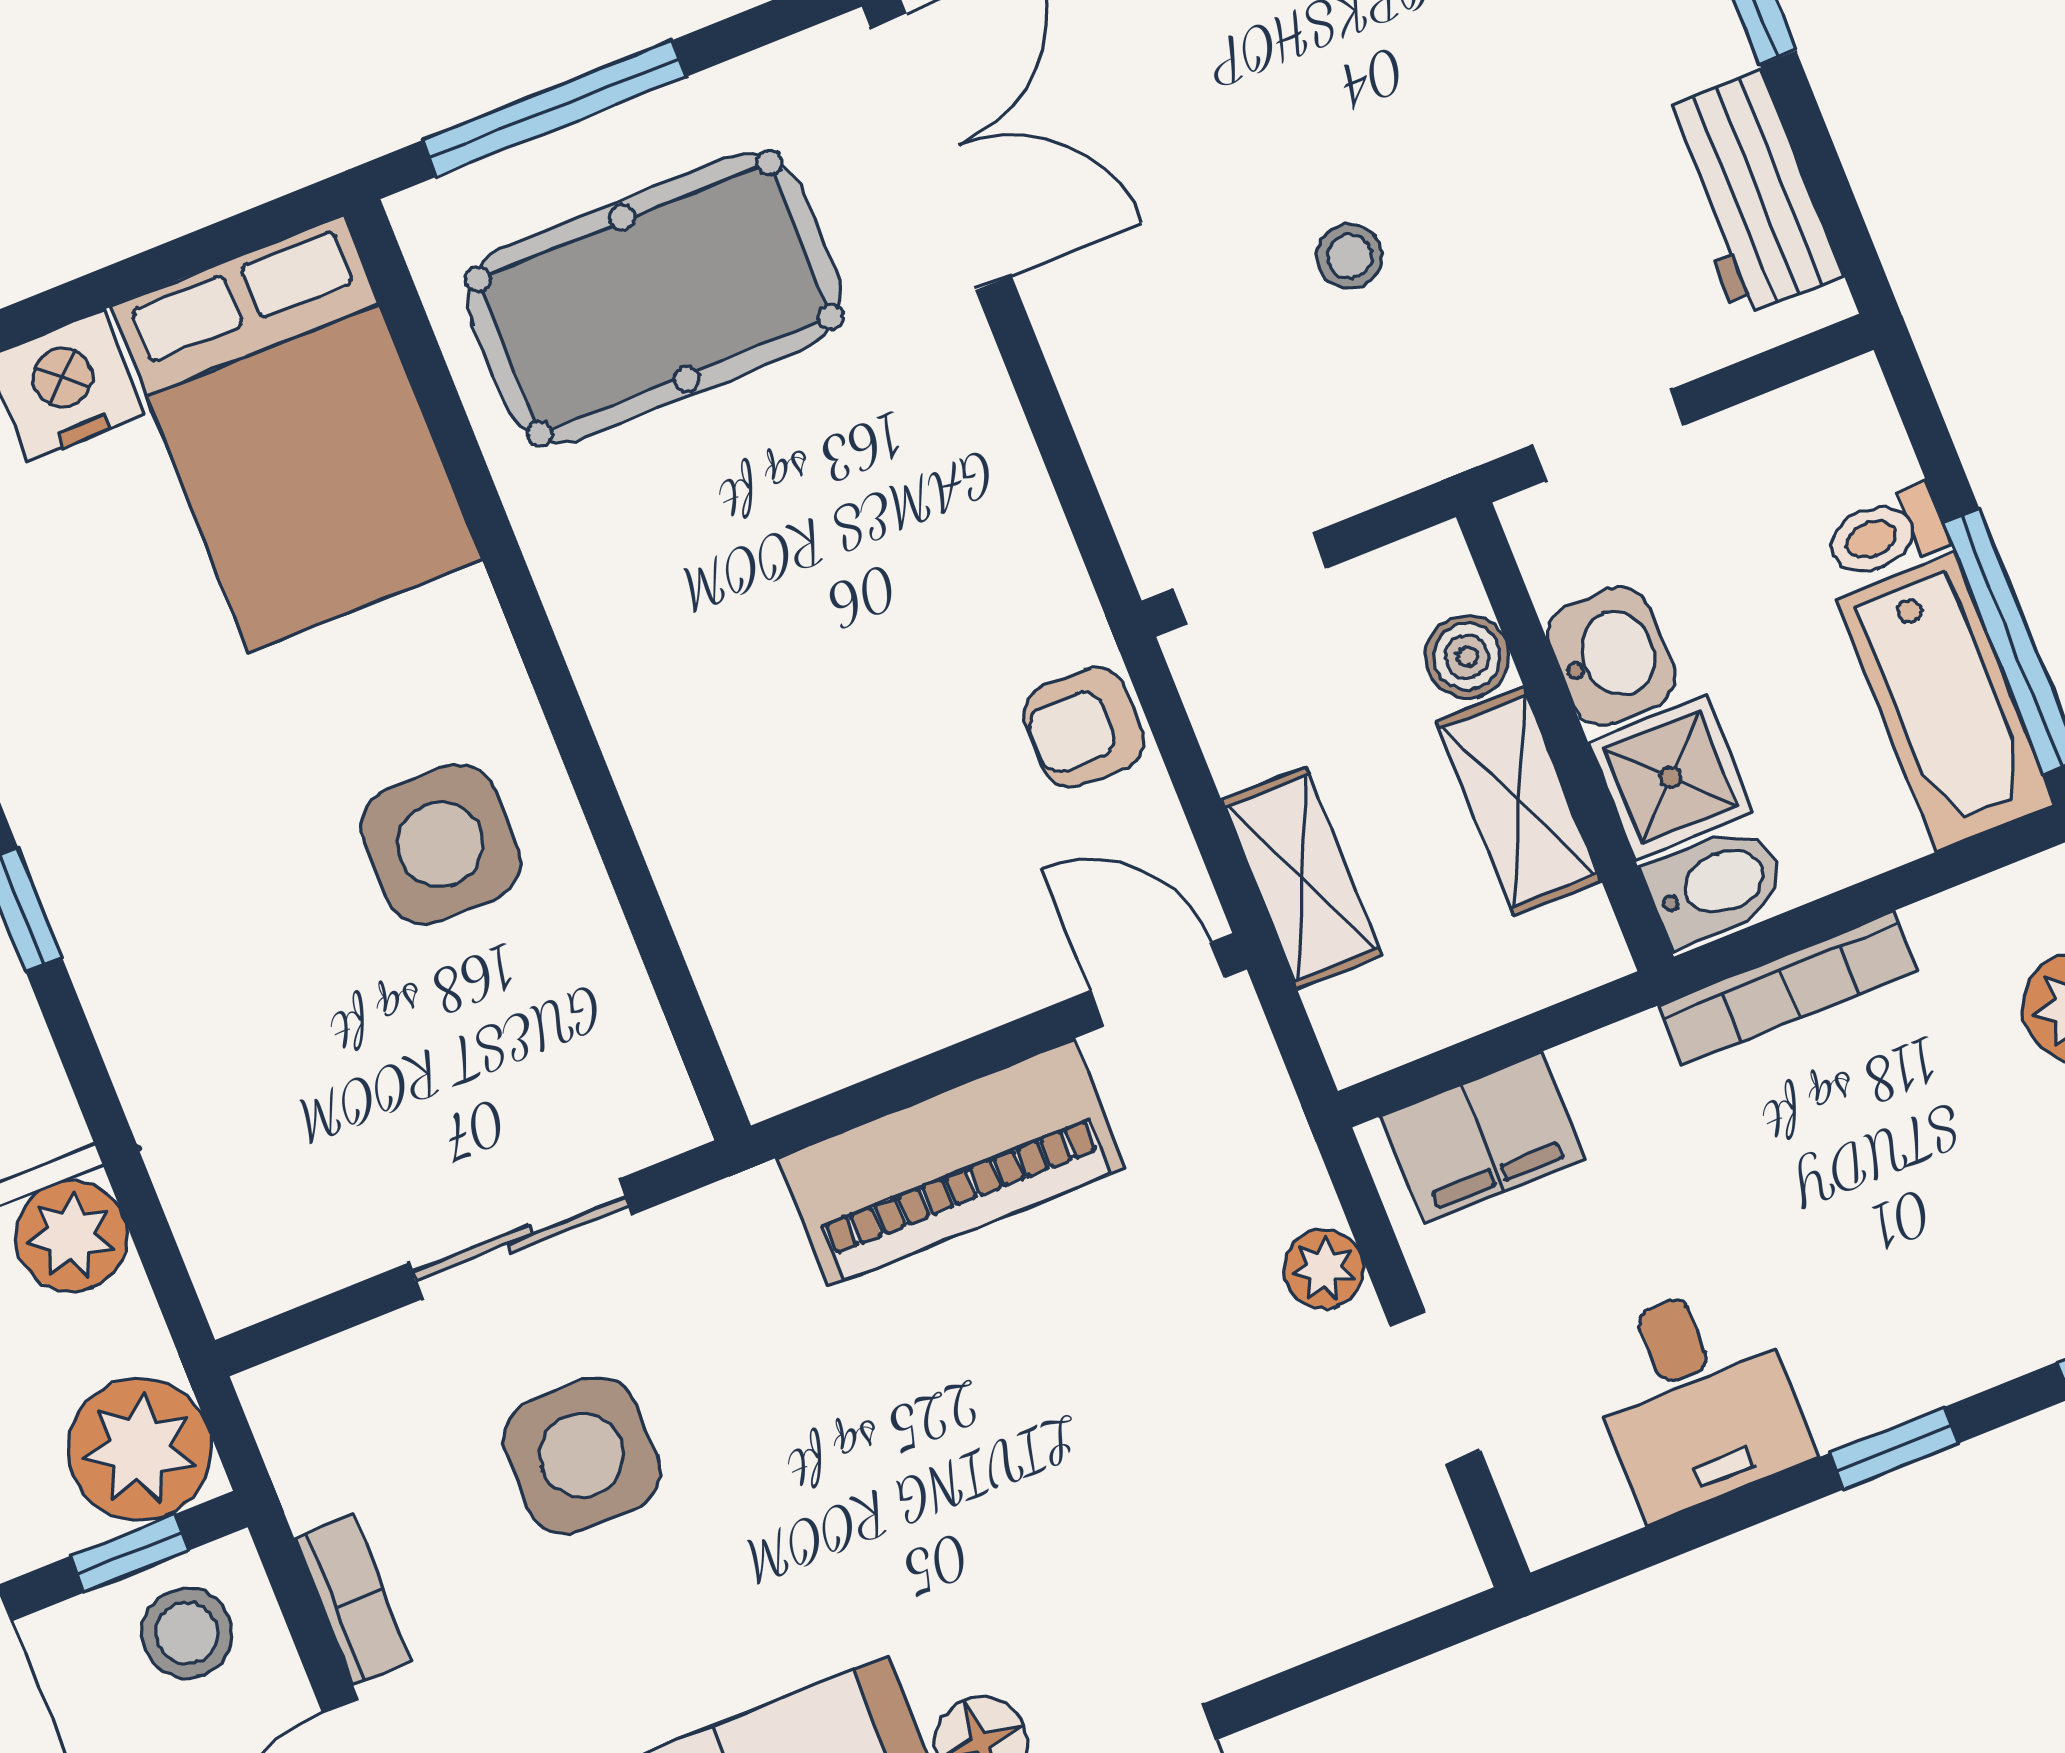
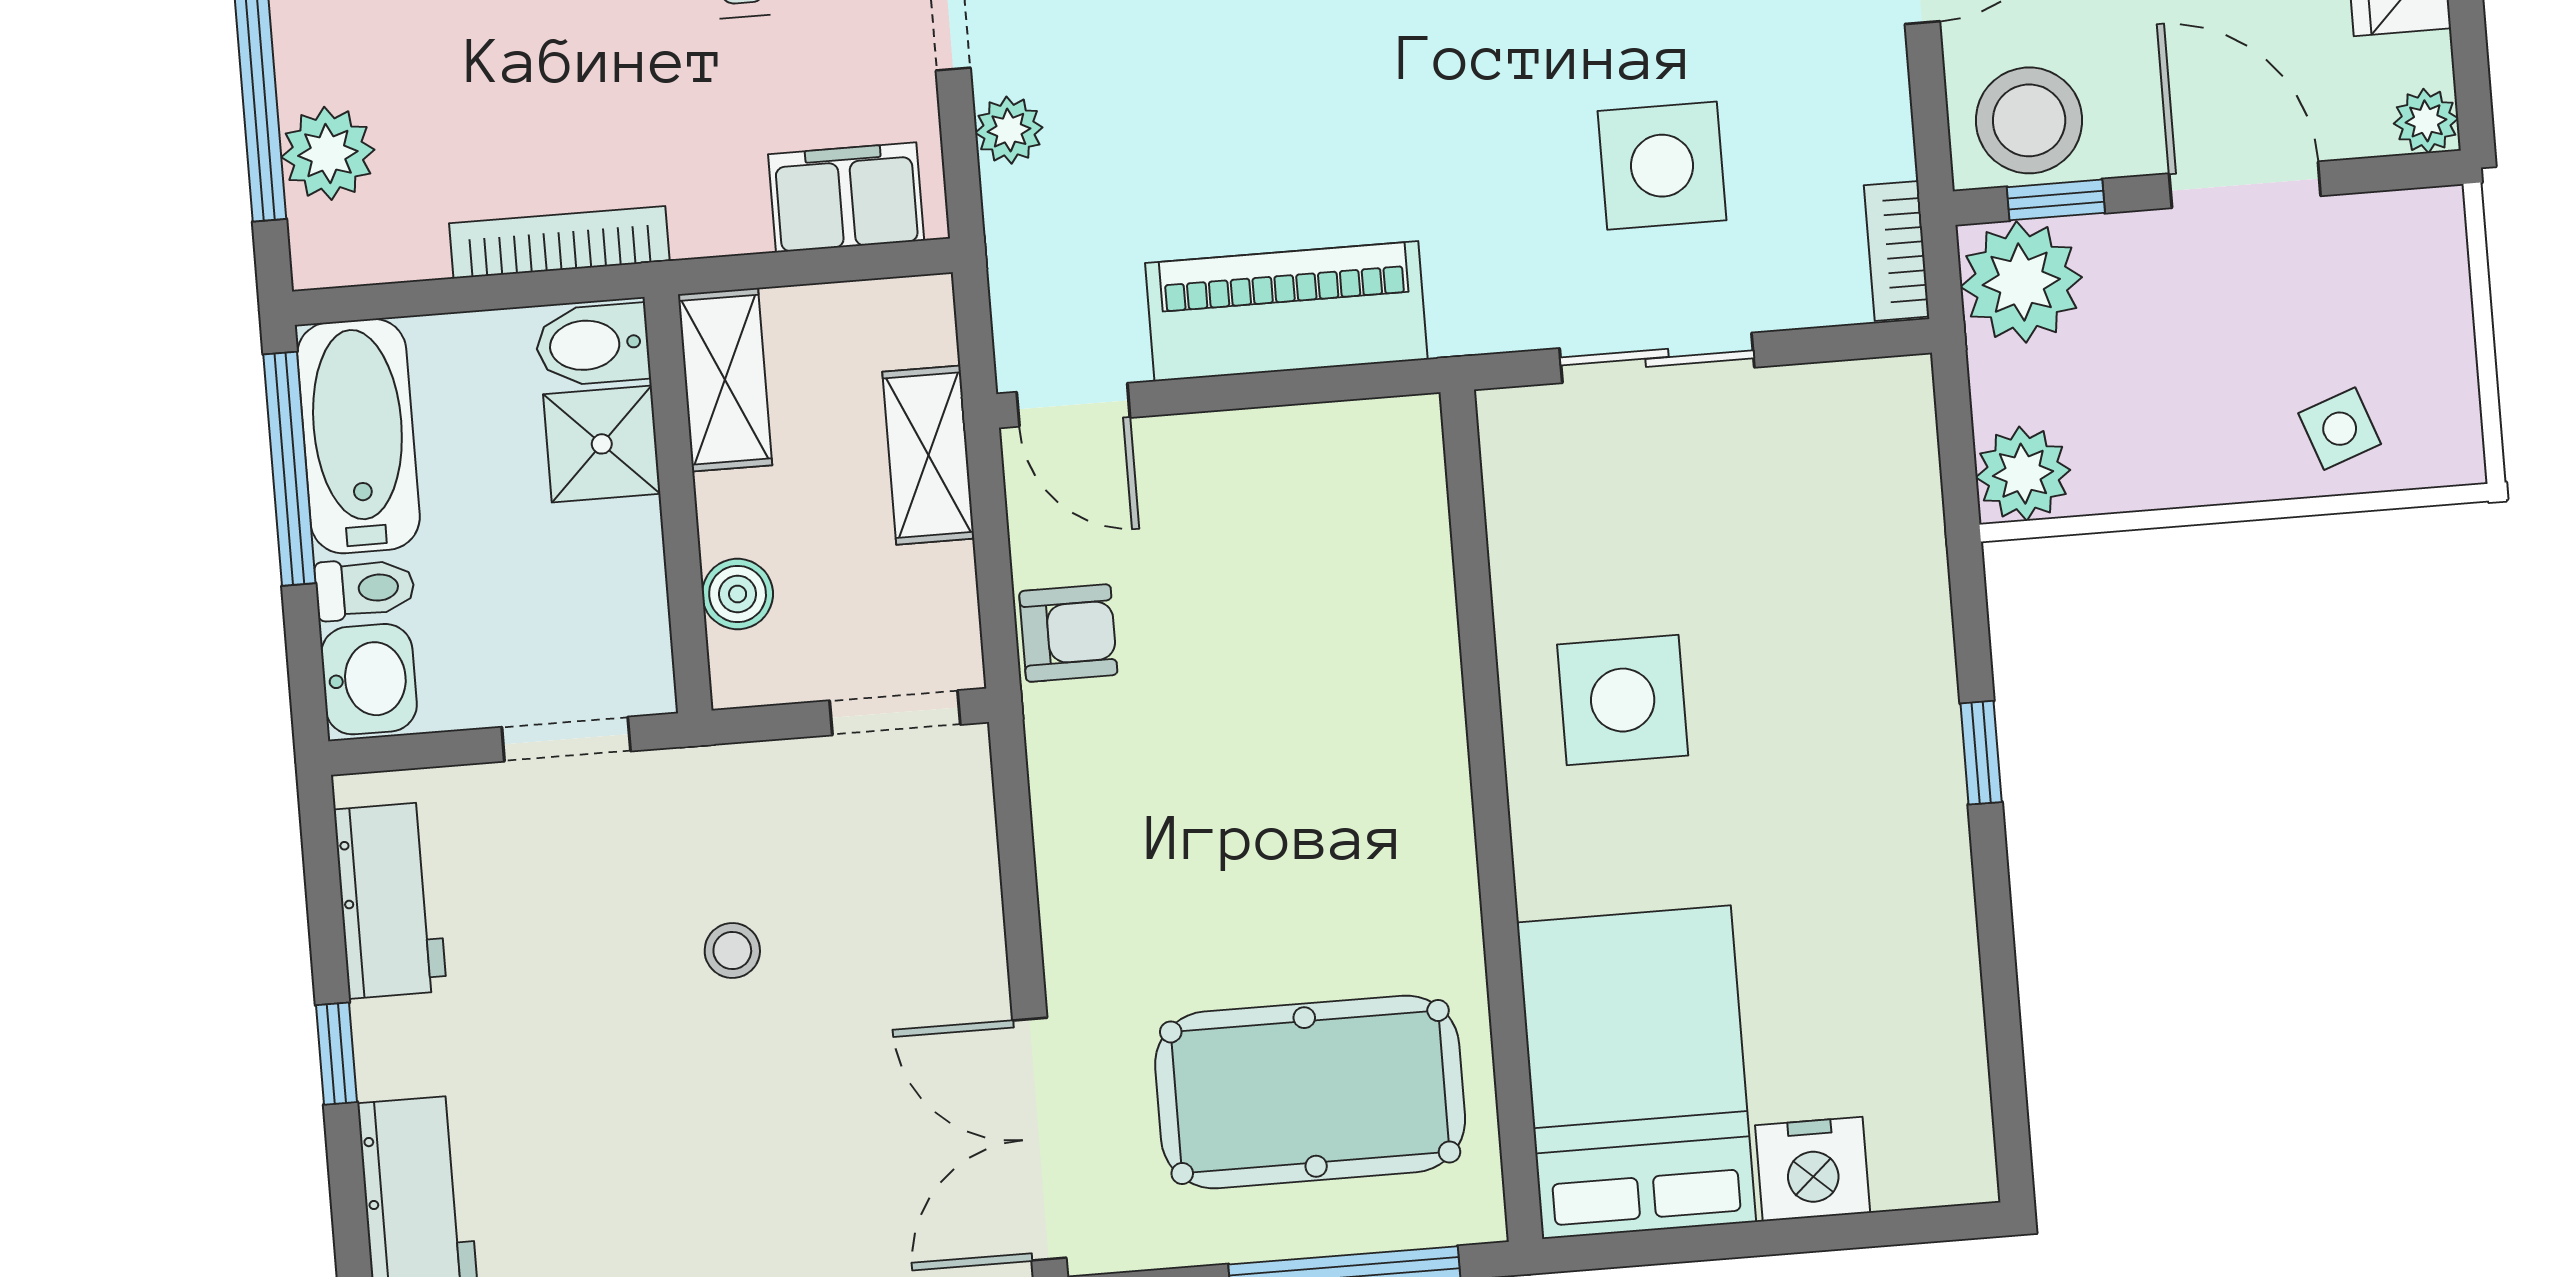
washbasin: (1611, 656) -> (369, 679), moved, turned 180
shelving: (1519, 801) -> (725, 380), moved
bookcase: (353, 1600) -> (1897, 251), moved
stool: (187, 1633) -> (2029, 120), width x1.38, depth x1.38

